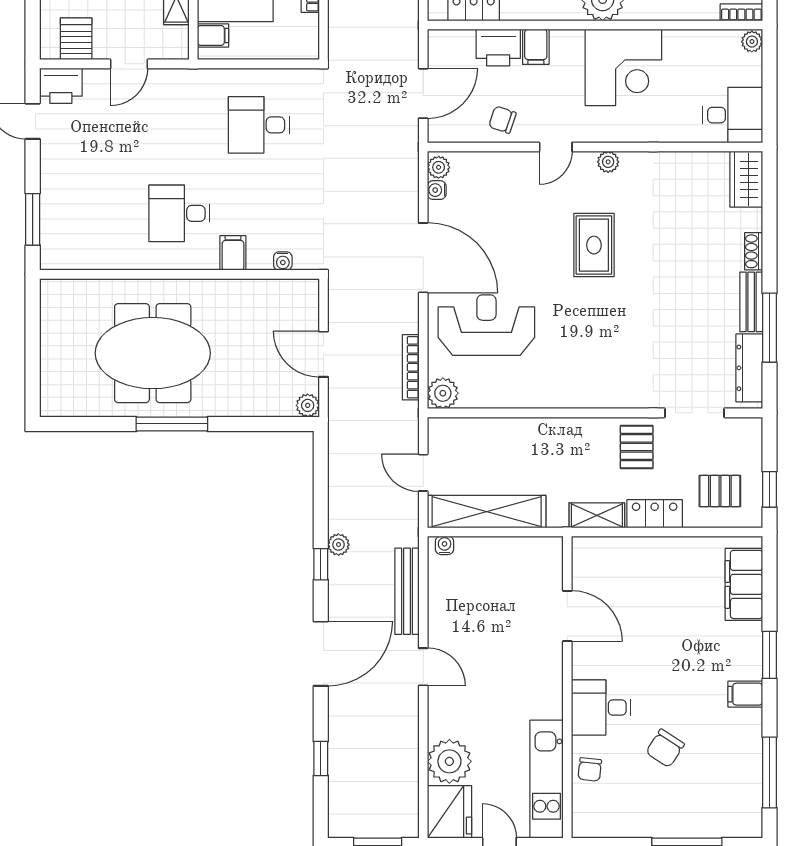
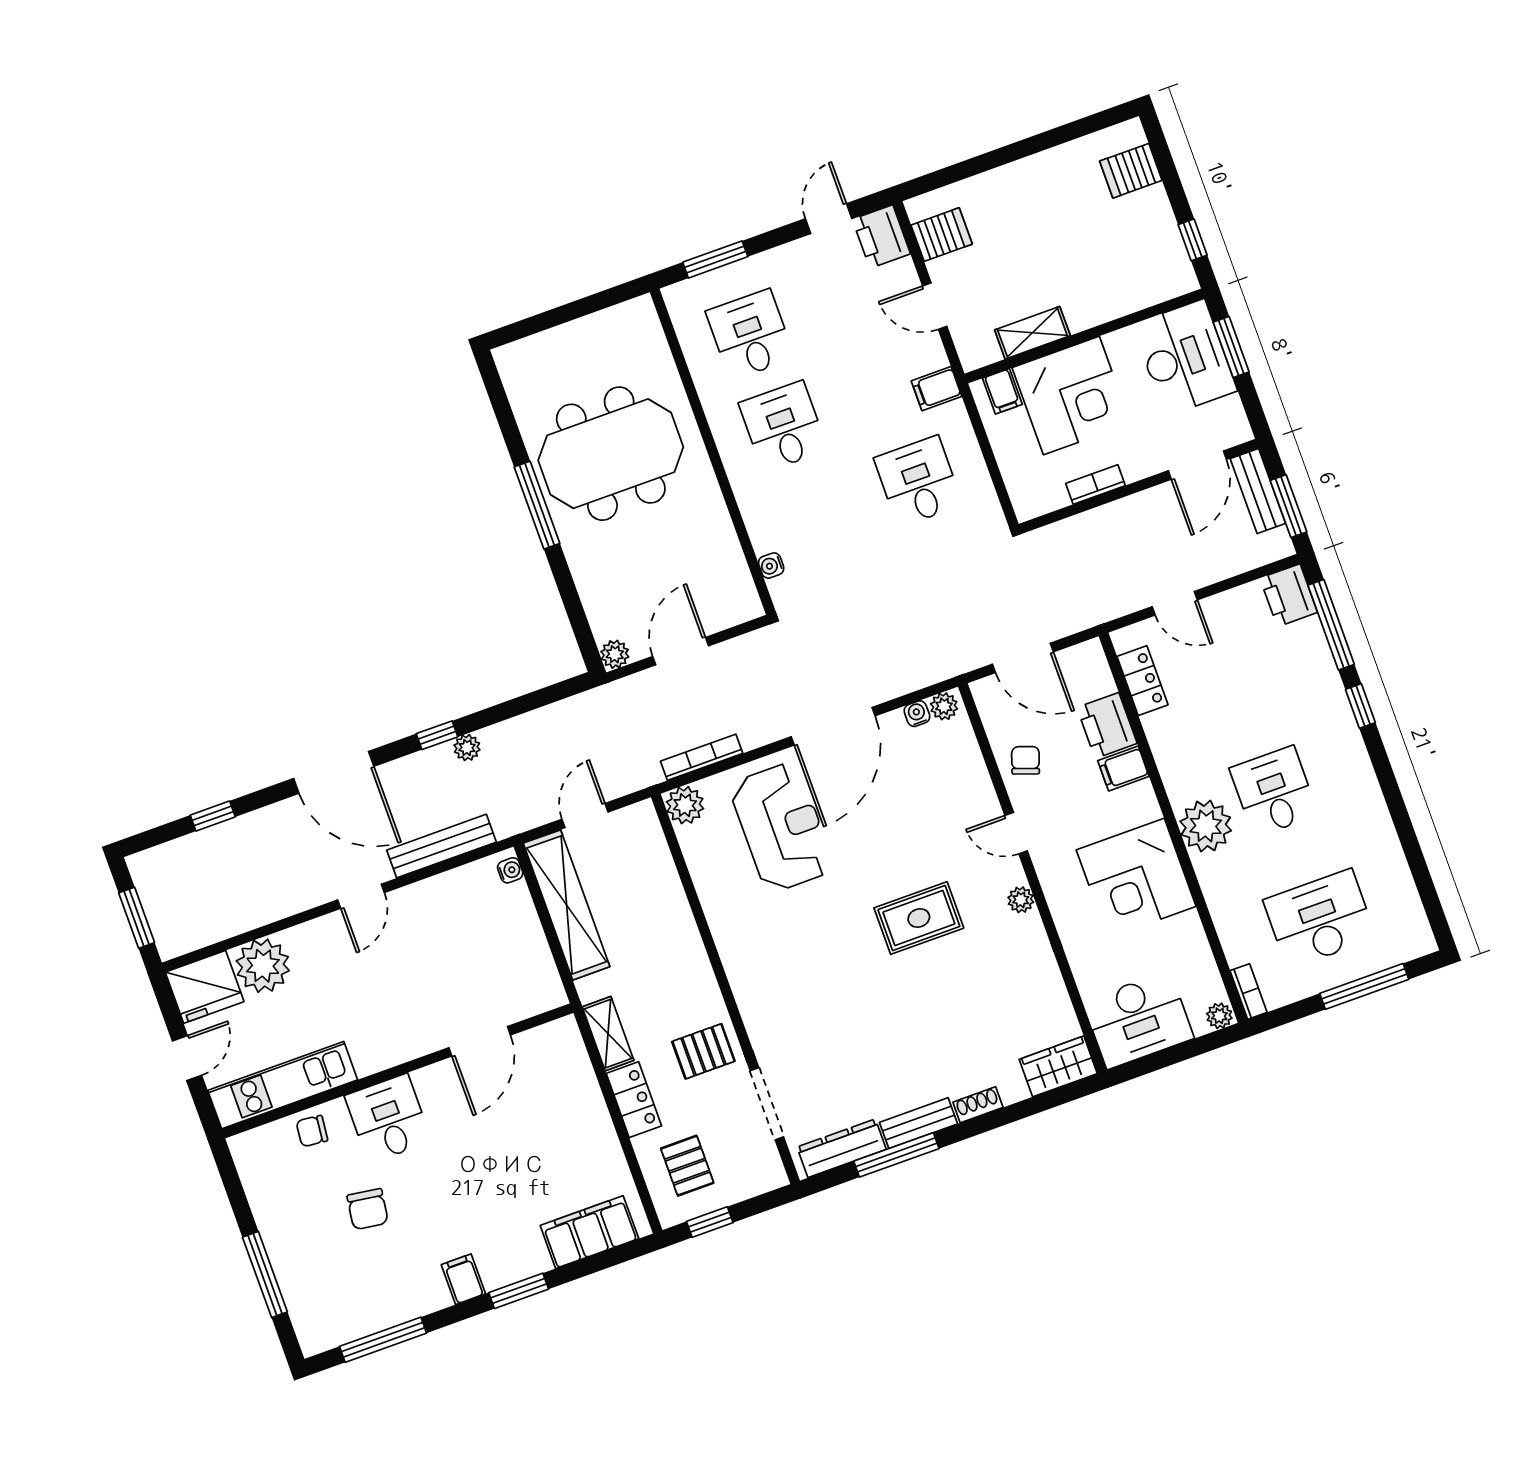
desk: (733, 115) -> (1138, 1020), width x1.37
desk: (100, 213) -> (750, 335), added
filing cabinet: (233, 253) -> (937, 389), moved, turned 180
meeting table: (153, 353) -> (611, 454), turned 90
chair: (665, 748) -> (368, 1209), turned -115

